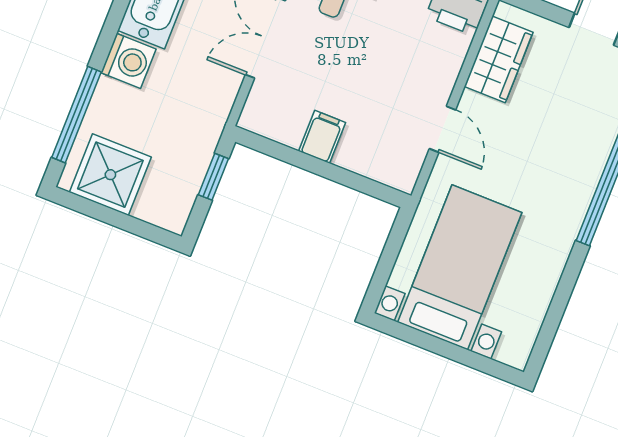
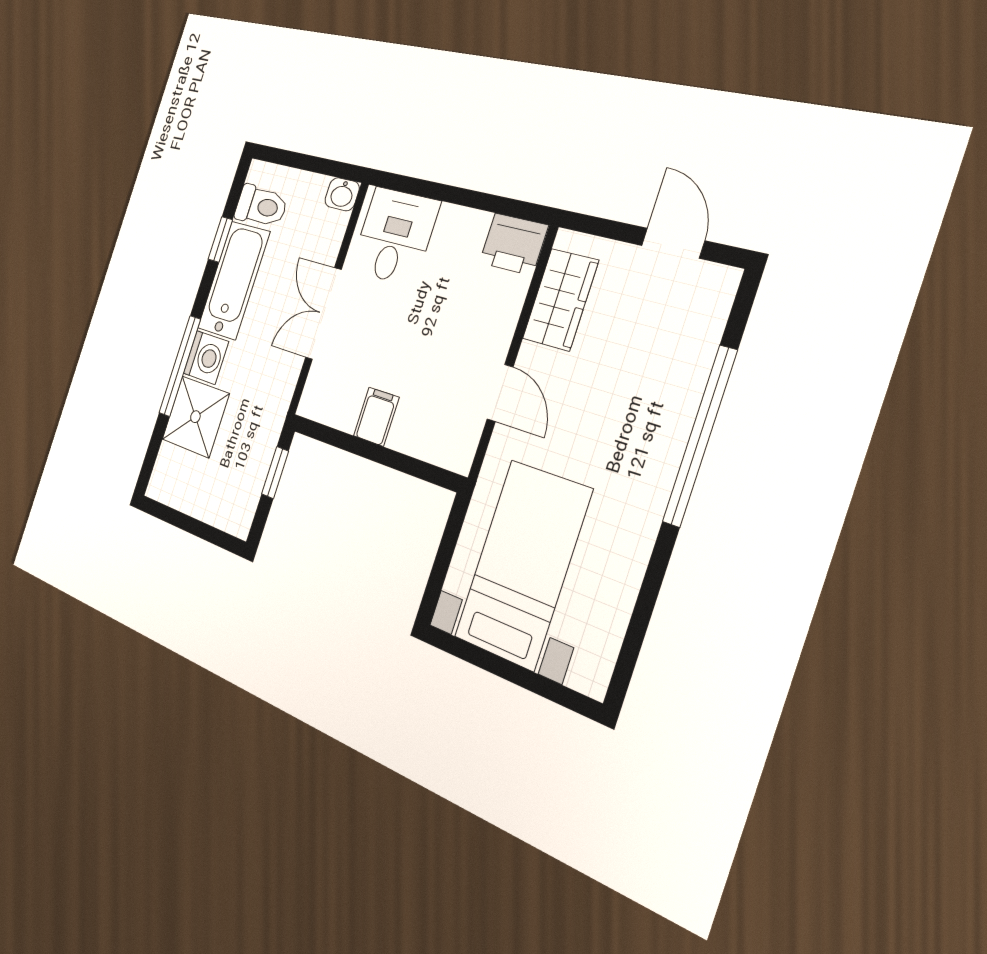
window: (77, 115) -> (180, 366), moved
shower: (110, 175) -> (195, 417), moved

